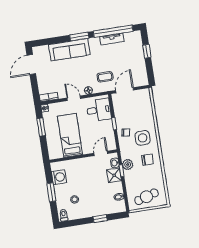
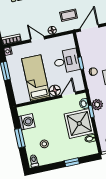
desk: (99, 110) -> (66, 61), moved
floor lamp: (88, 149) -> (55, 90), added
shower: (114, 175) -> (79, 123), width x1.86, depth x1.86

